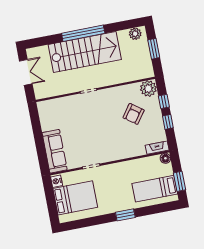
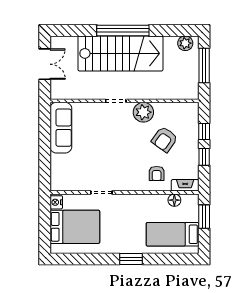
window: (154, 49) -> (204, 66), width x1.44
plant: (148, 89) -> (143, 112), moved
armchair: (133, 143) -> (157, 174), added
sofa: (55, 151) -> (61, 128), moved
floor lamp: (165, 158) -> (174, 200), moved
window: (180, 181) -> (204, 217), moved

